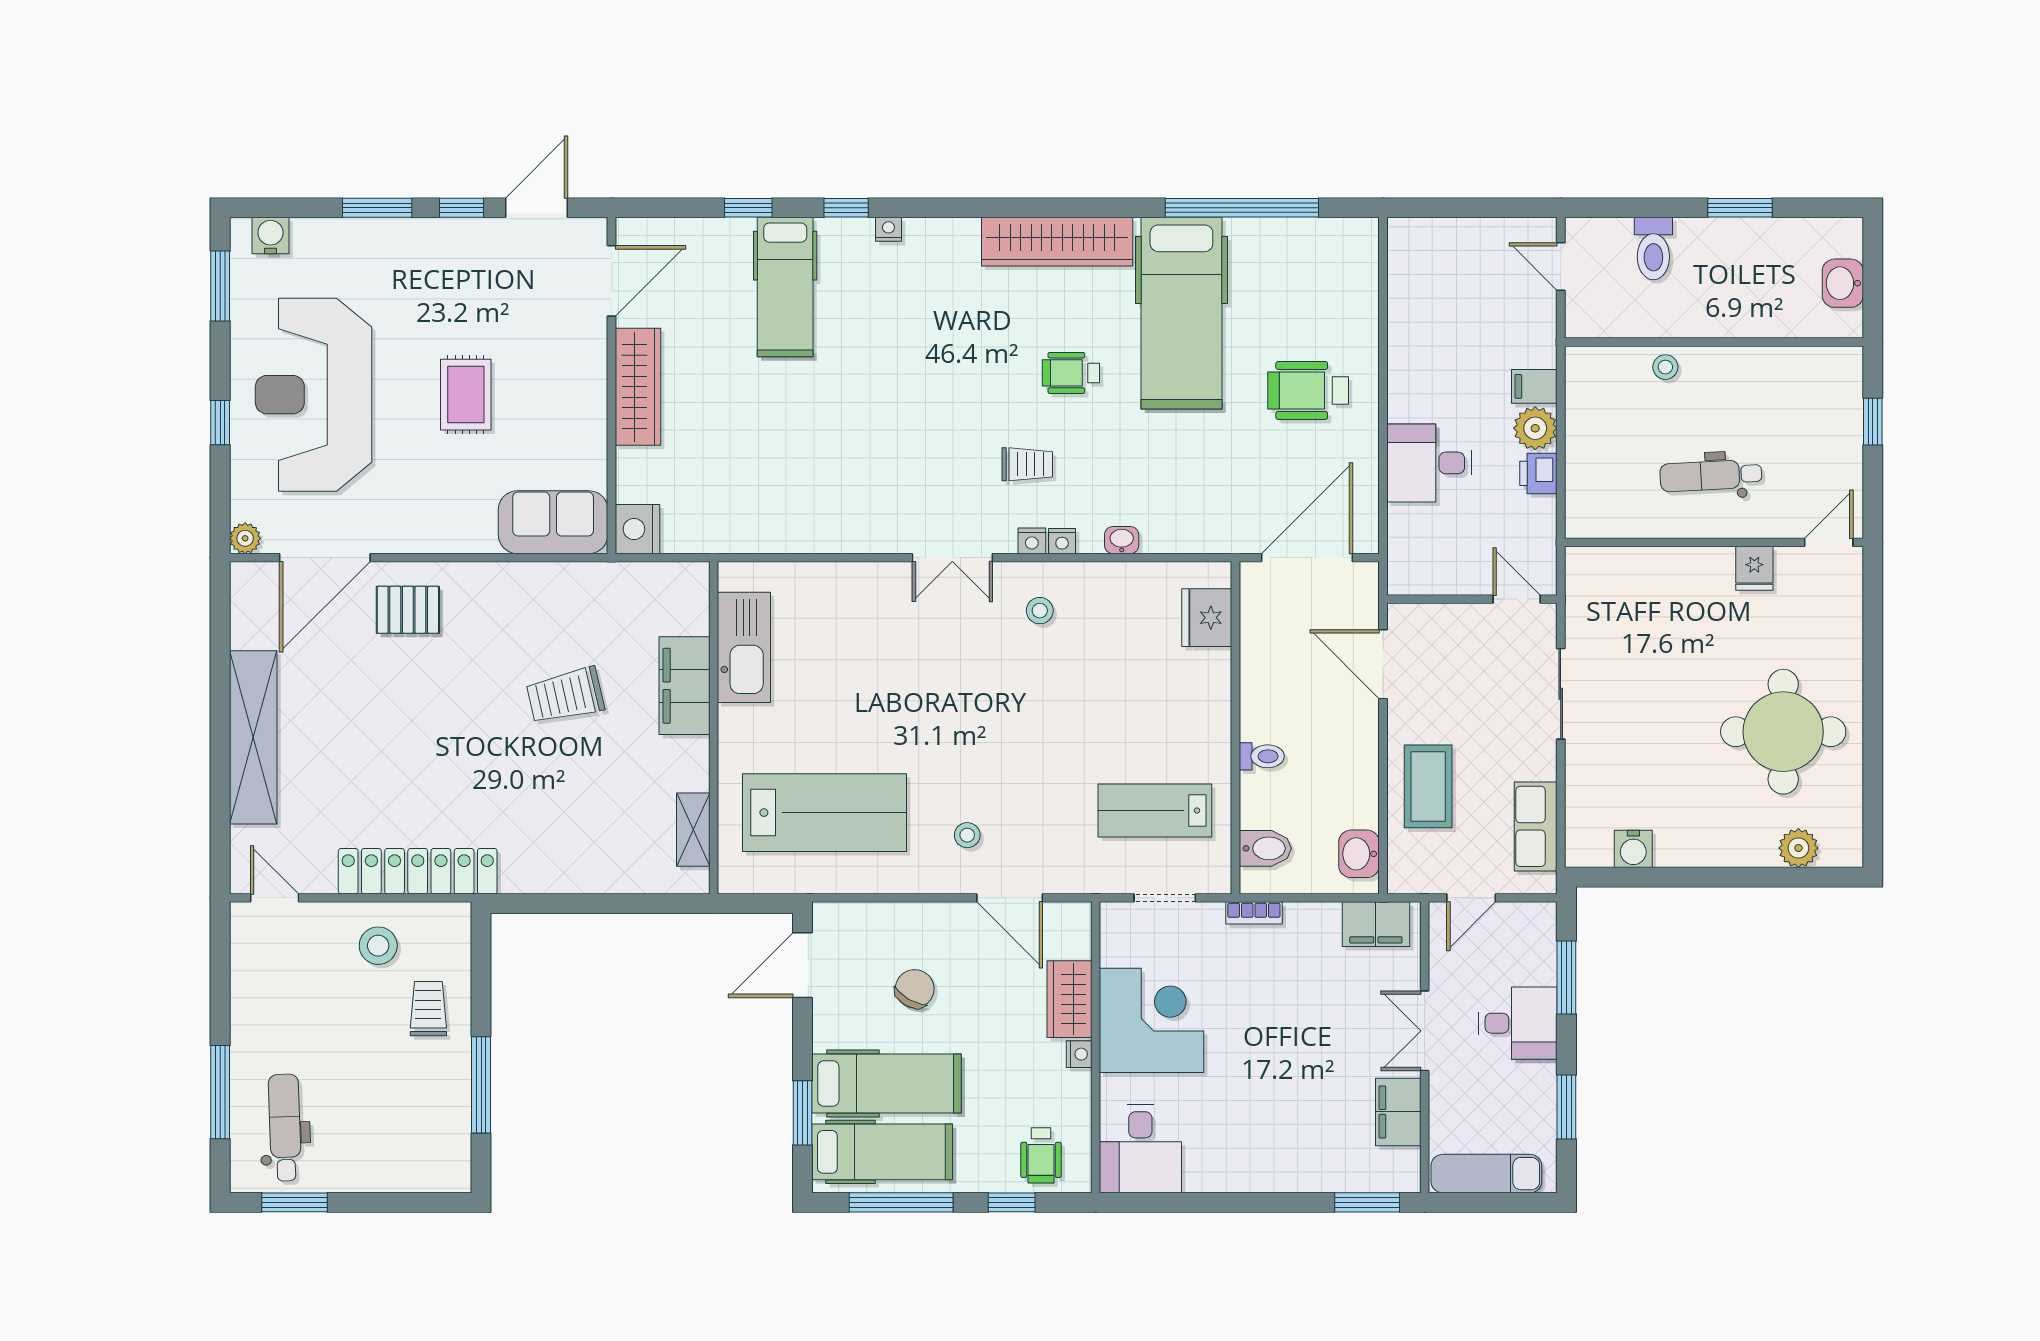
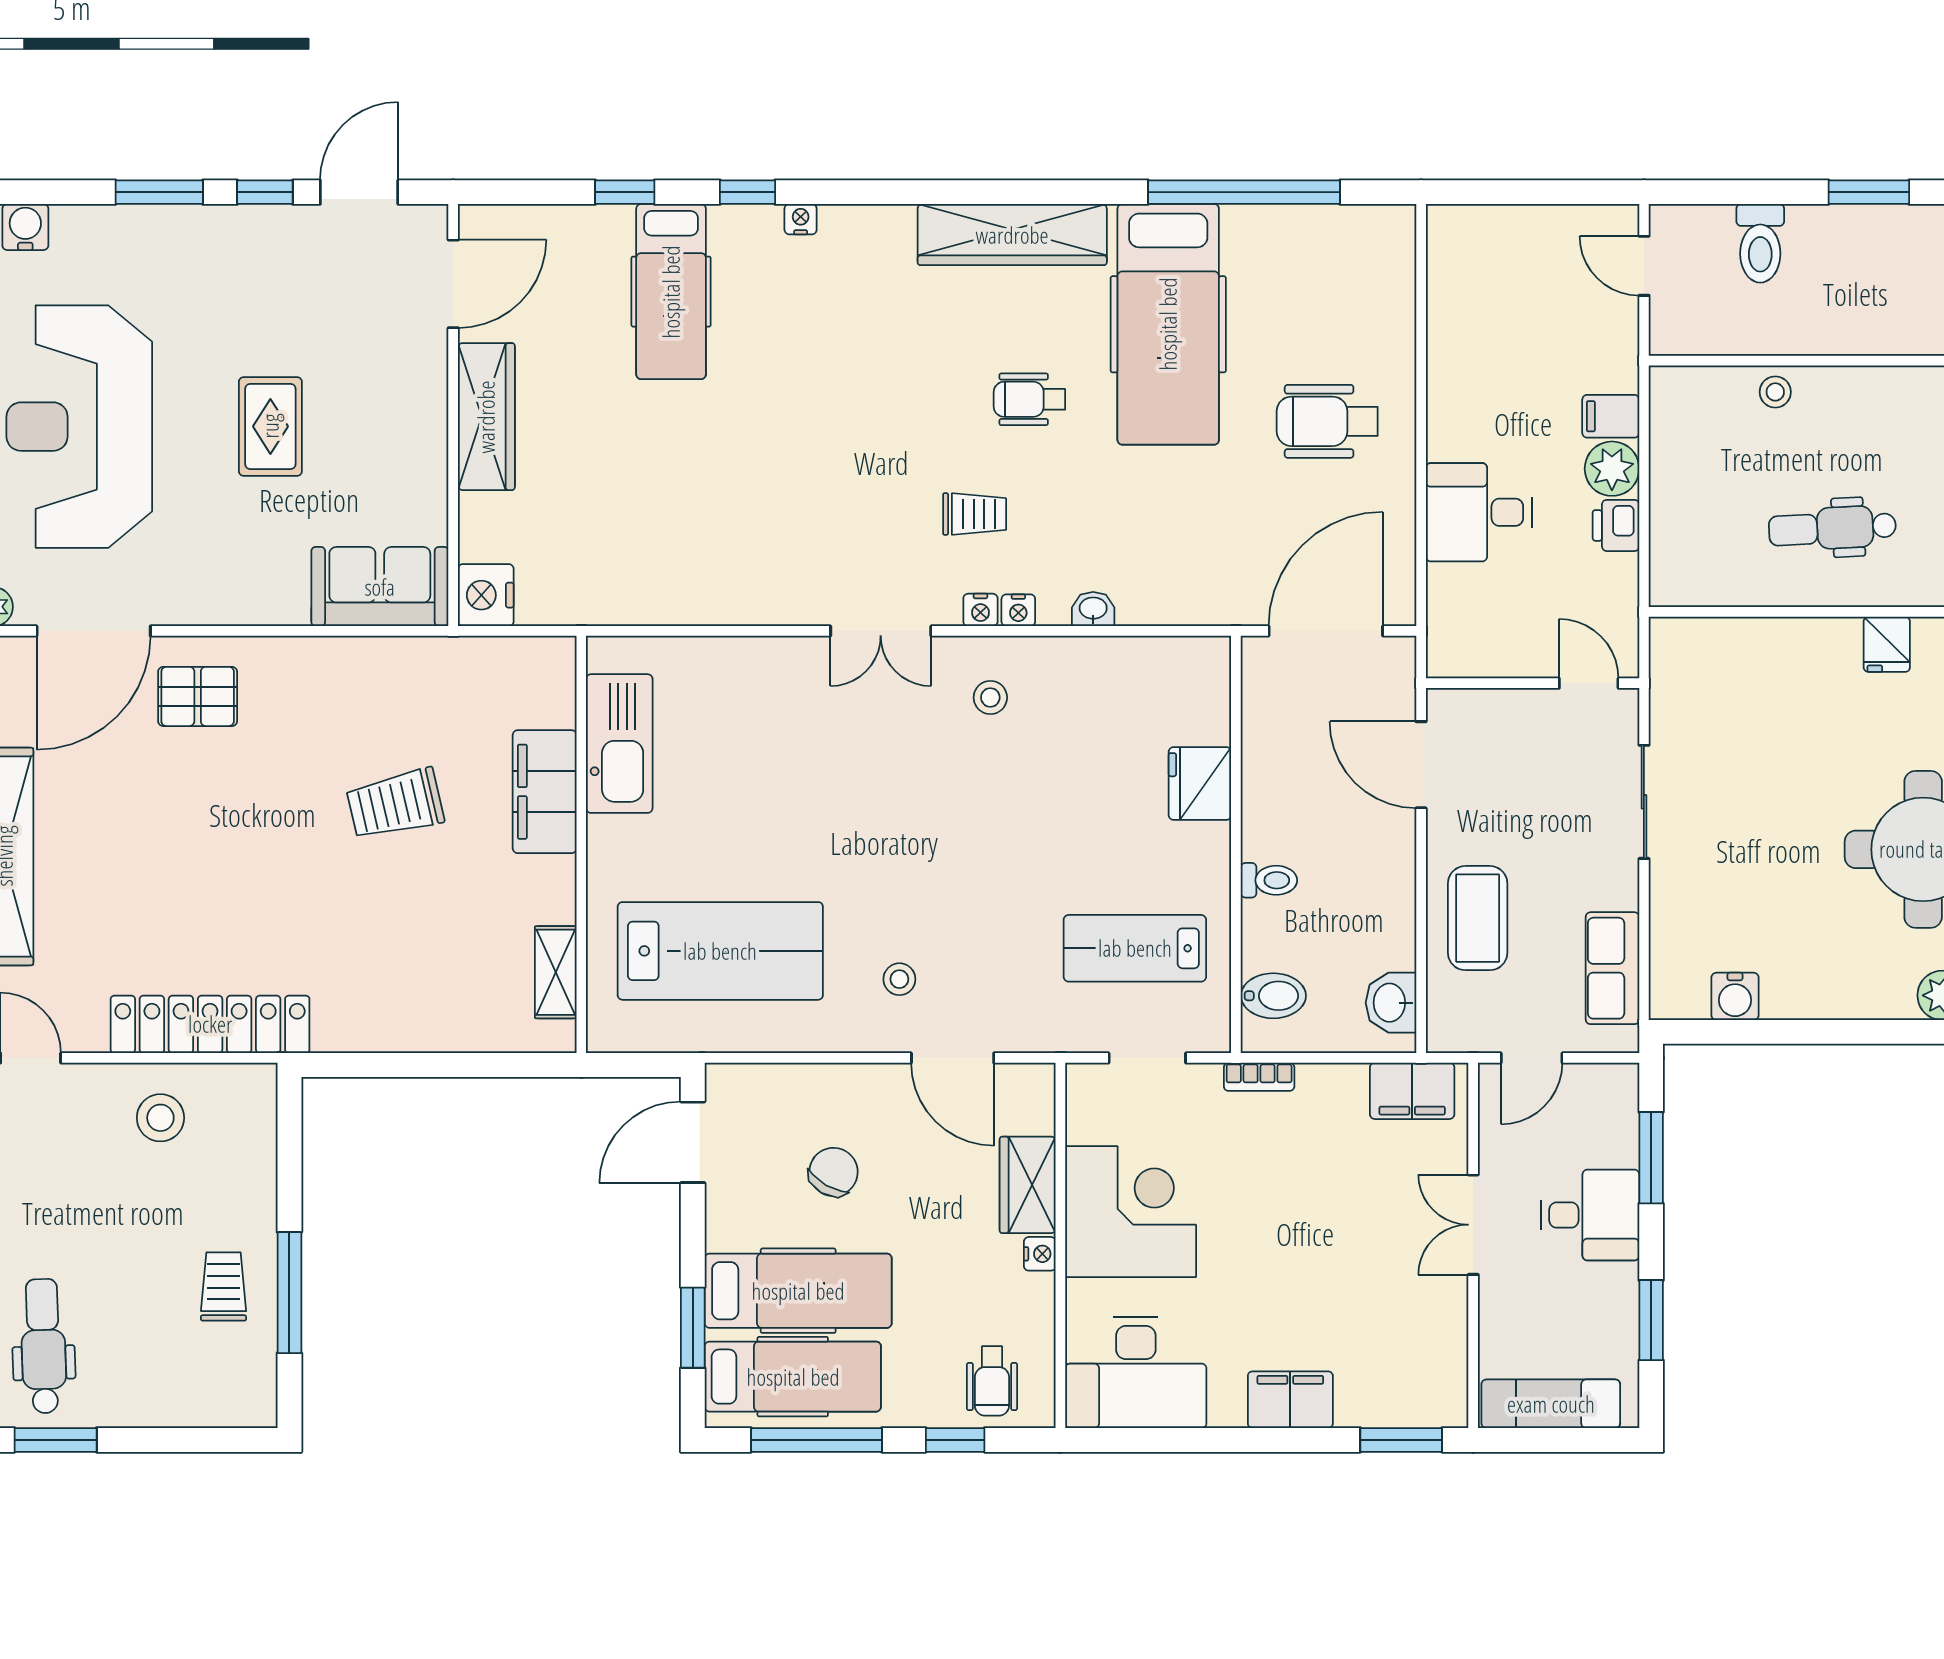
fridge: (1207, 618) -> (1200, 784), moved
trolley: (428, 1009) -> (224, 1287), moved
filing cabinet: (1398, 1112) -> (1290, 1400), moved, turned 90
desk: (1140, 1149) -> (1136, 1373), width x1.37

